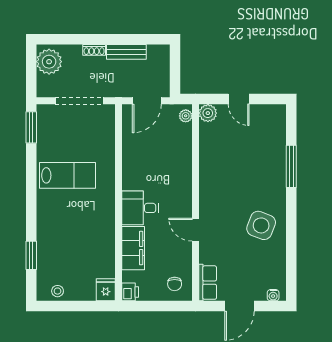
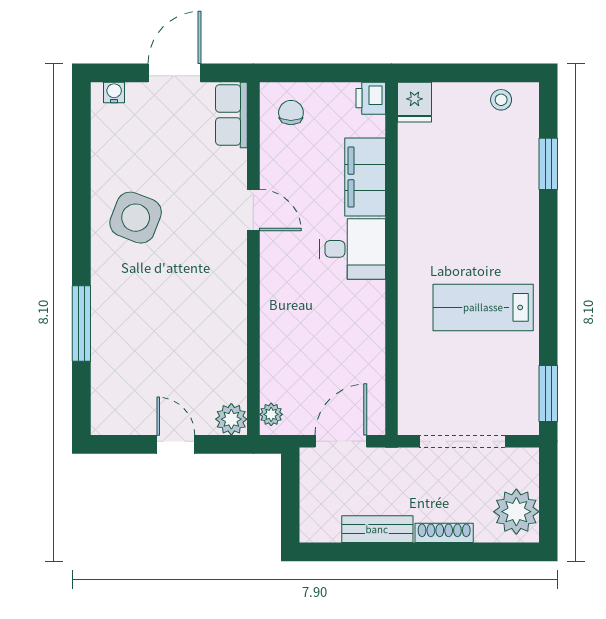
shoe rack: (94, 50) -> (444, 533), width x1.43

